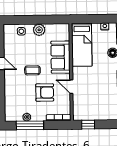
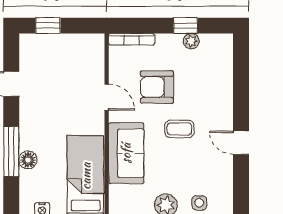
window: (30, 125) -> (186, 26), width x0.46
window: (88, 125) -> (48, 26), moved

